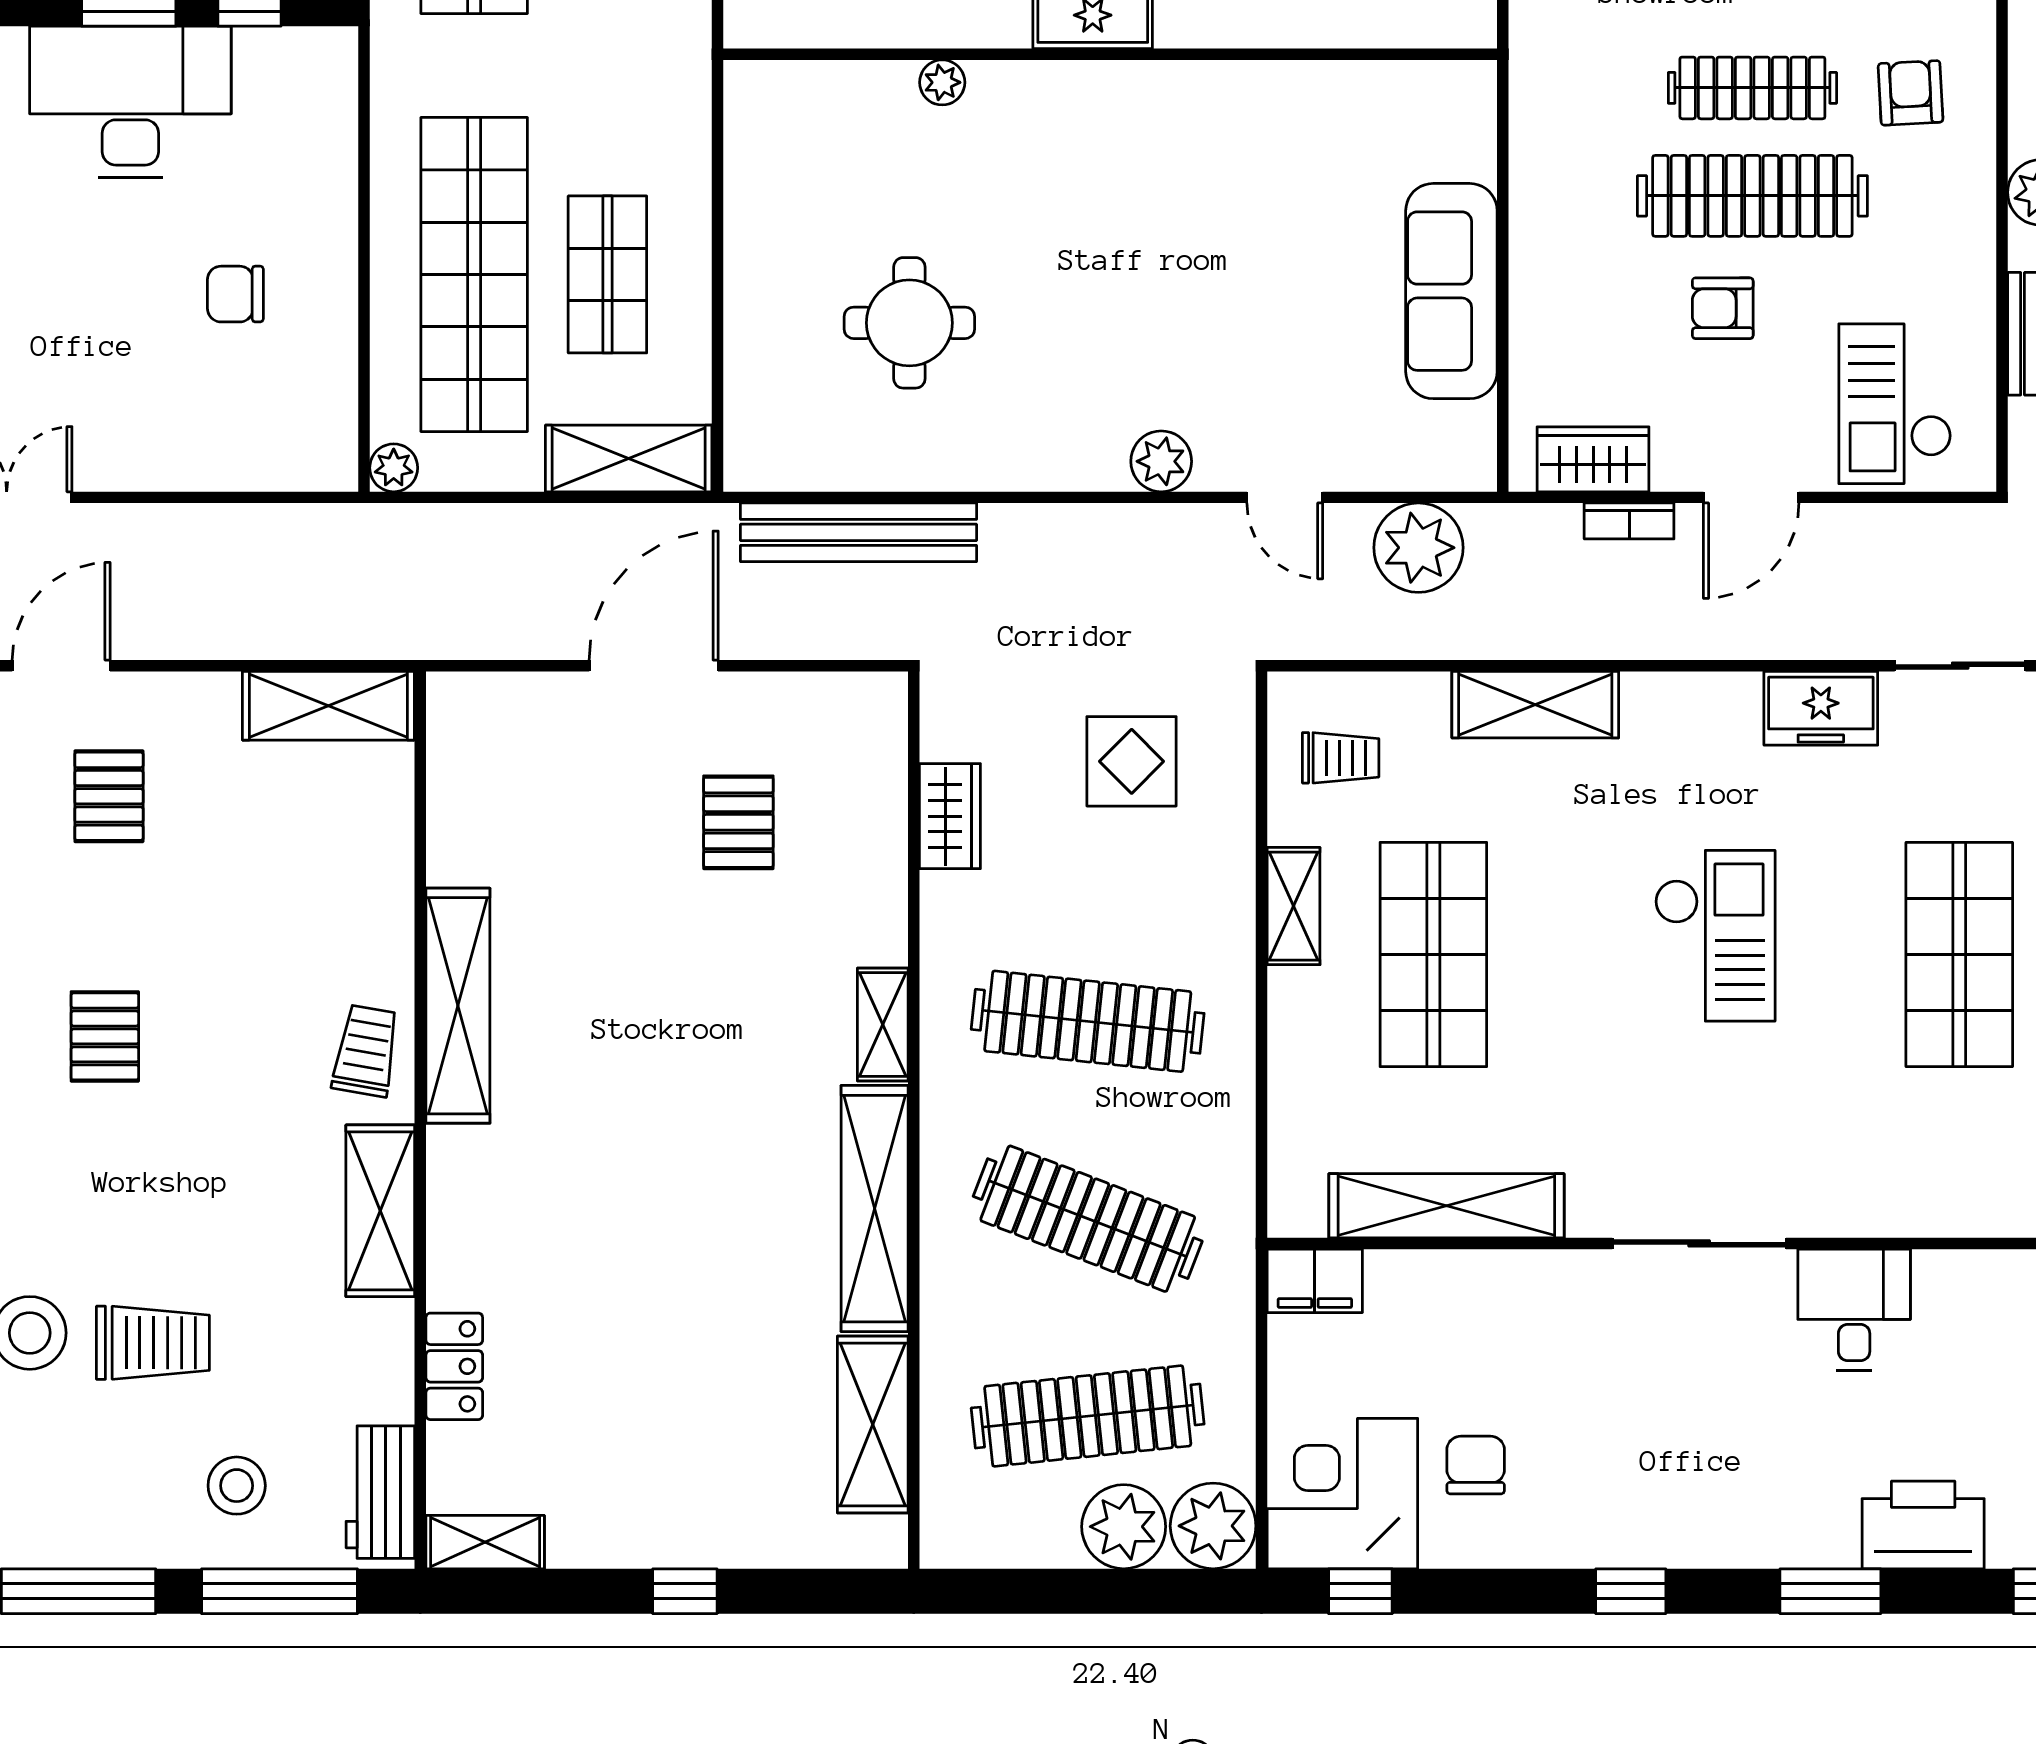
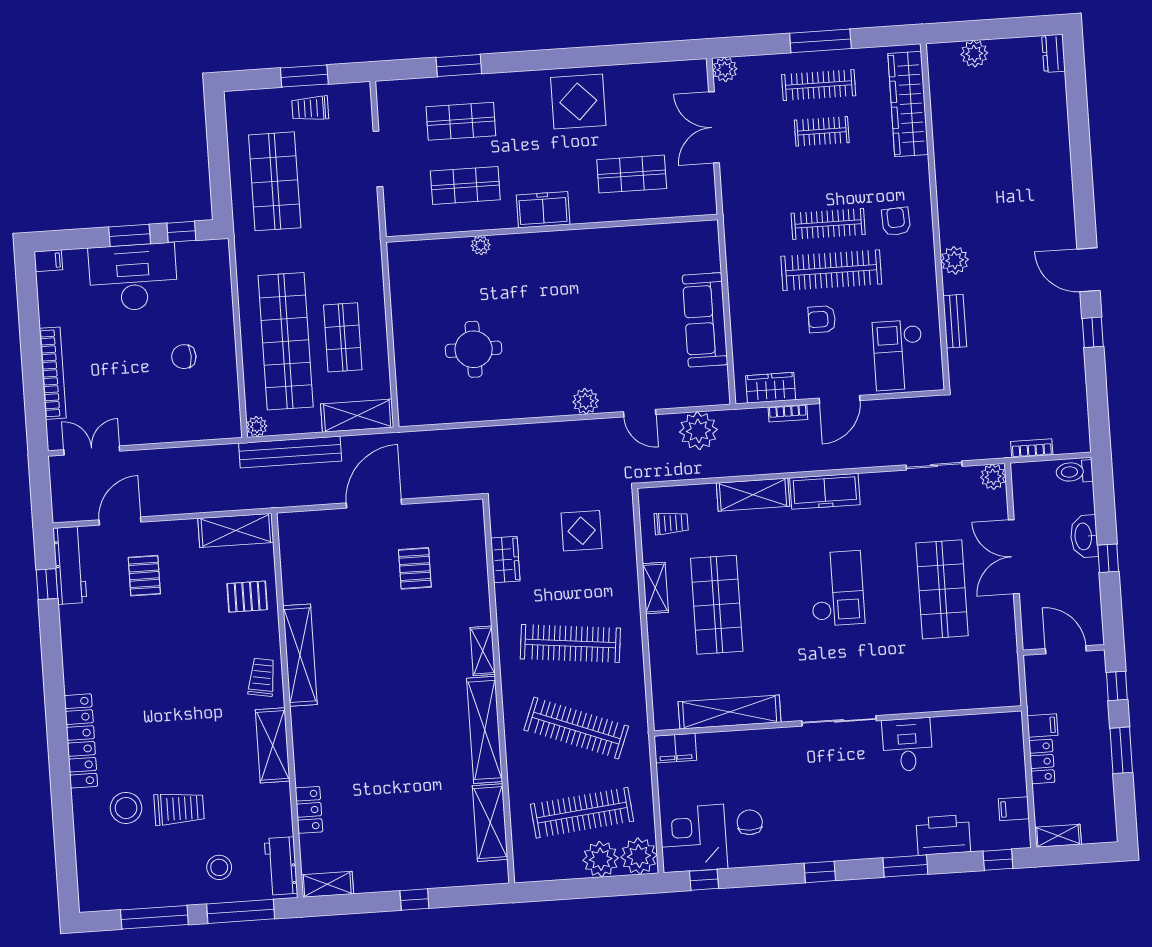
bench: (859, 532) -> (290, 452), moved
freezer: (1821, 708) -> (825, 491), moved, width x1.40
pallet: (105, 1036) -> (247, 597), moved, turned 90

